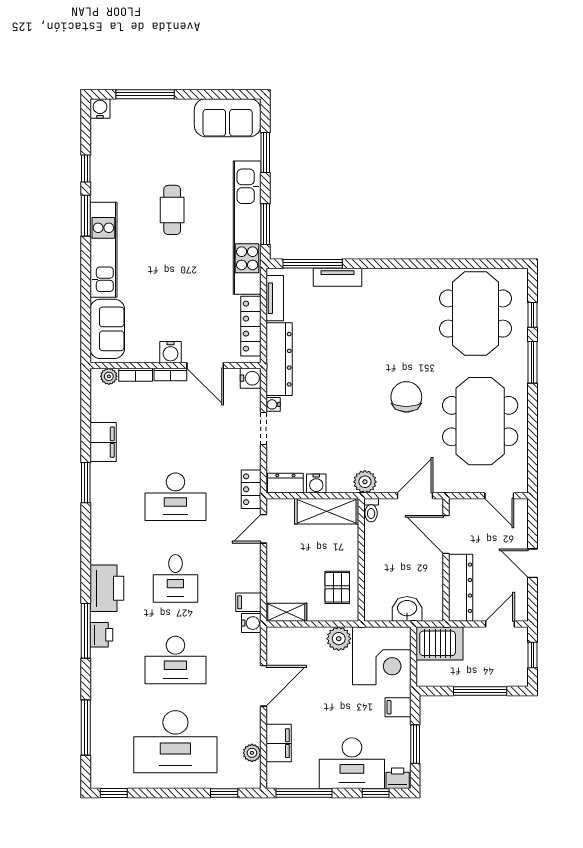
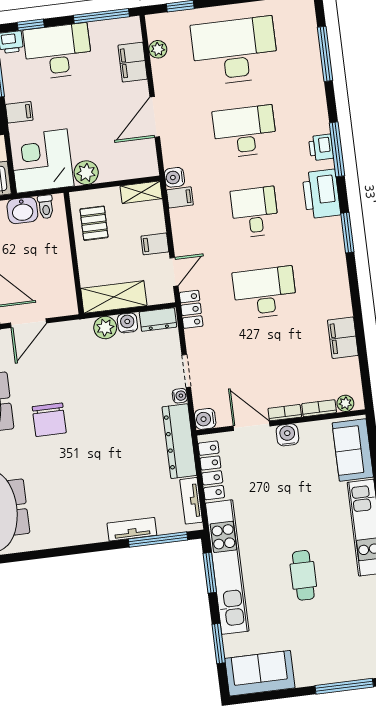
plant: (365, 482) -> (105, 328), moved
window: (86, 483) -> (347, 233), moved
toilet: (371, 510) -> (46, 207), moved, turned 180
filing cabinet: (279, 559) -> (155, 244), added

